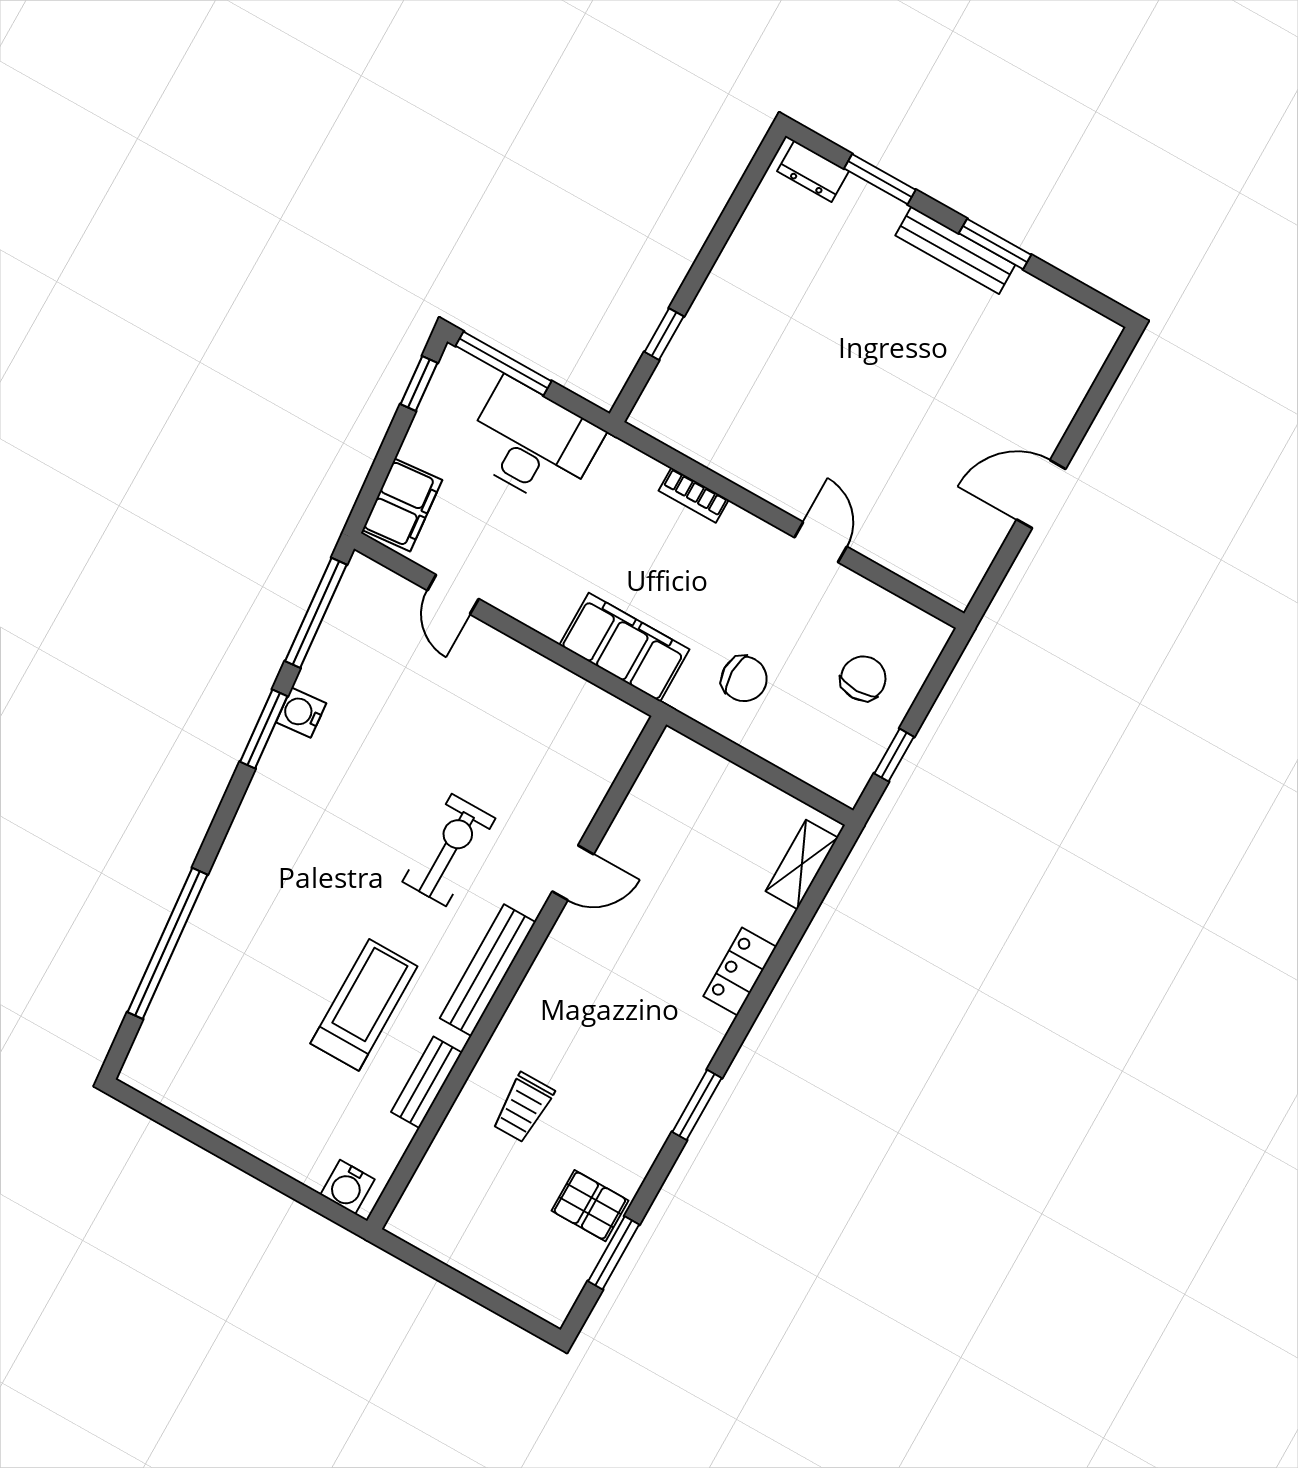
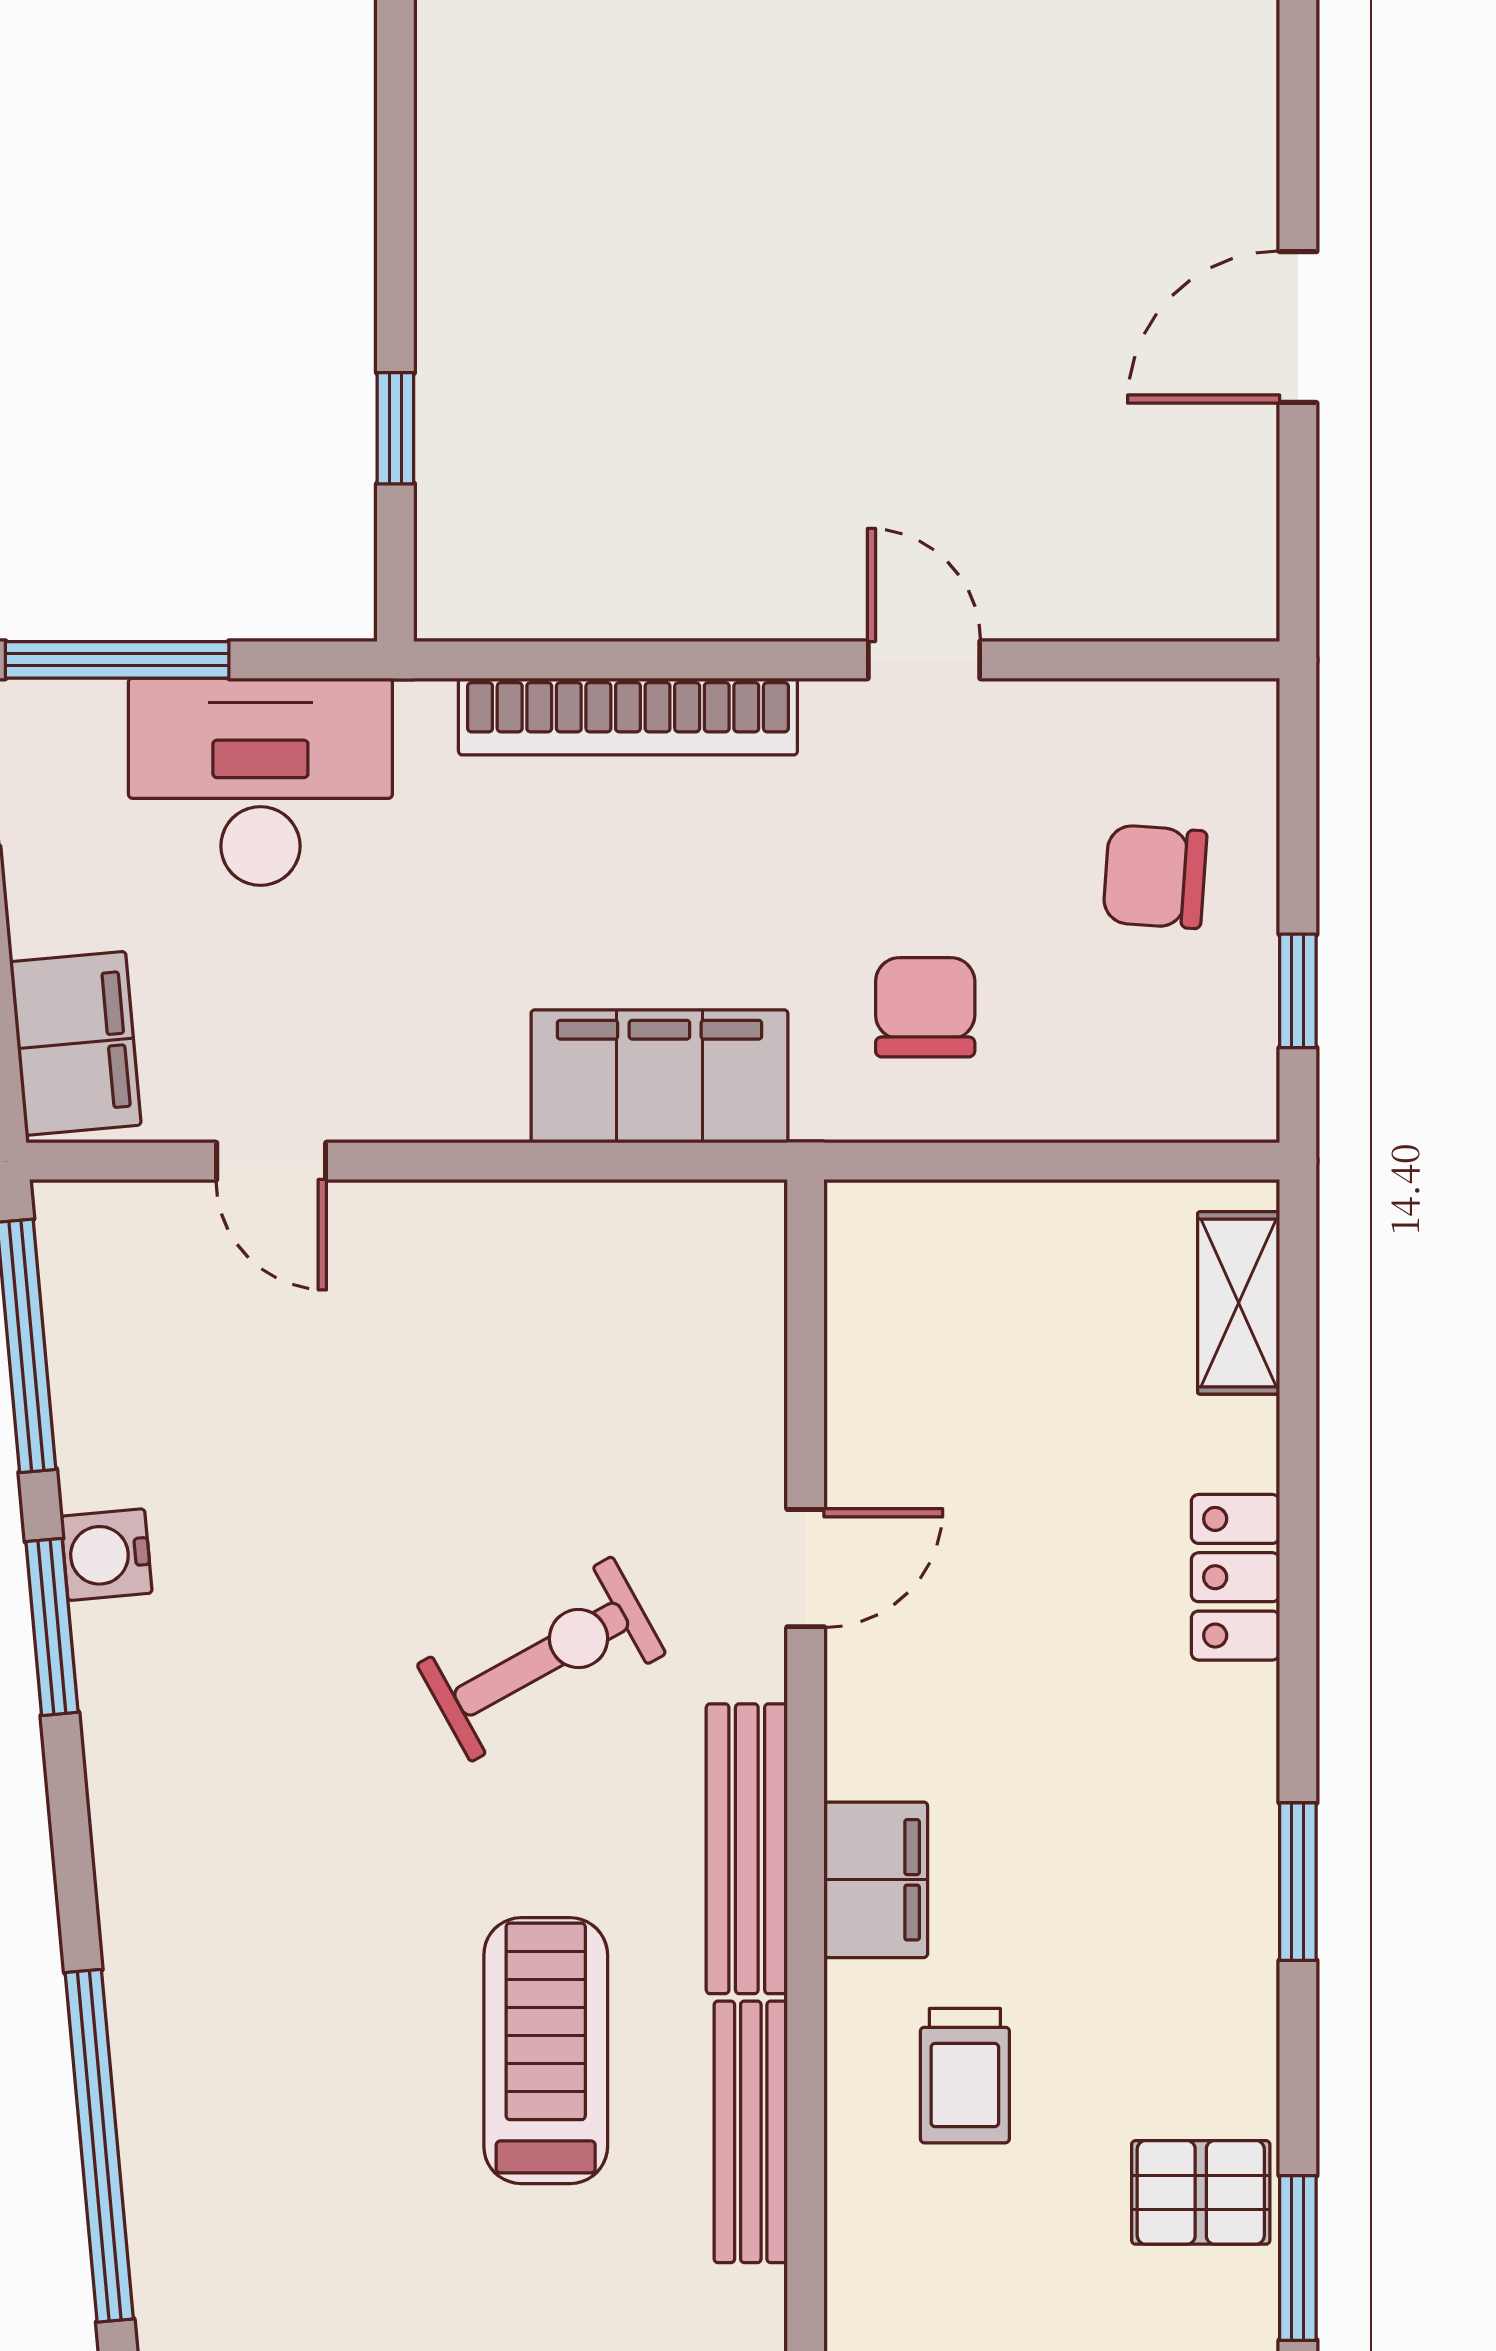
bookcase: (694, 495) -> (628, 716), width x2.31, depth x1.31
chair: (863, 678) -> (1155, 877), turned -86
chair: (744, 679) -> (925, 1007), turned -90
exercise bike: (449, 850) -> (541, 1659), turned 61
filing cabinet: (531, 1011) -> (876, 1880), added
bench: (427, 1082) -> (751, 2132), width x1.36

